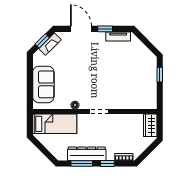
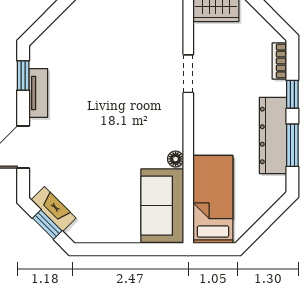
window: (105, 29) -> (23, 76), moved
tv unit: (118, 37) -> (38, 93), moved
sofa: (43, 84) -> (162, 206), moved, turned -90
doorway: (99, 111) -> (188, 74), moved

